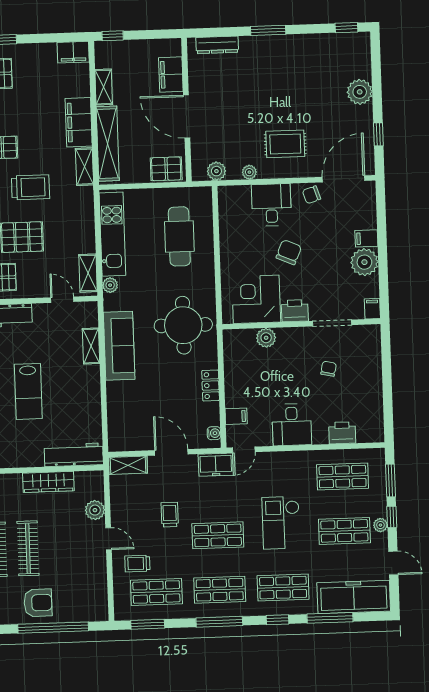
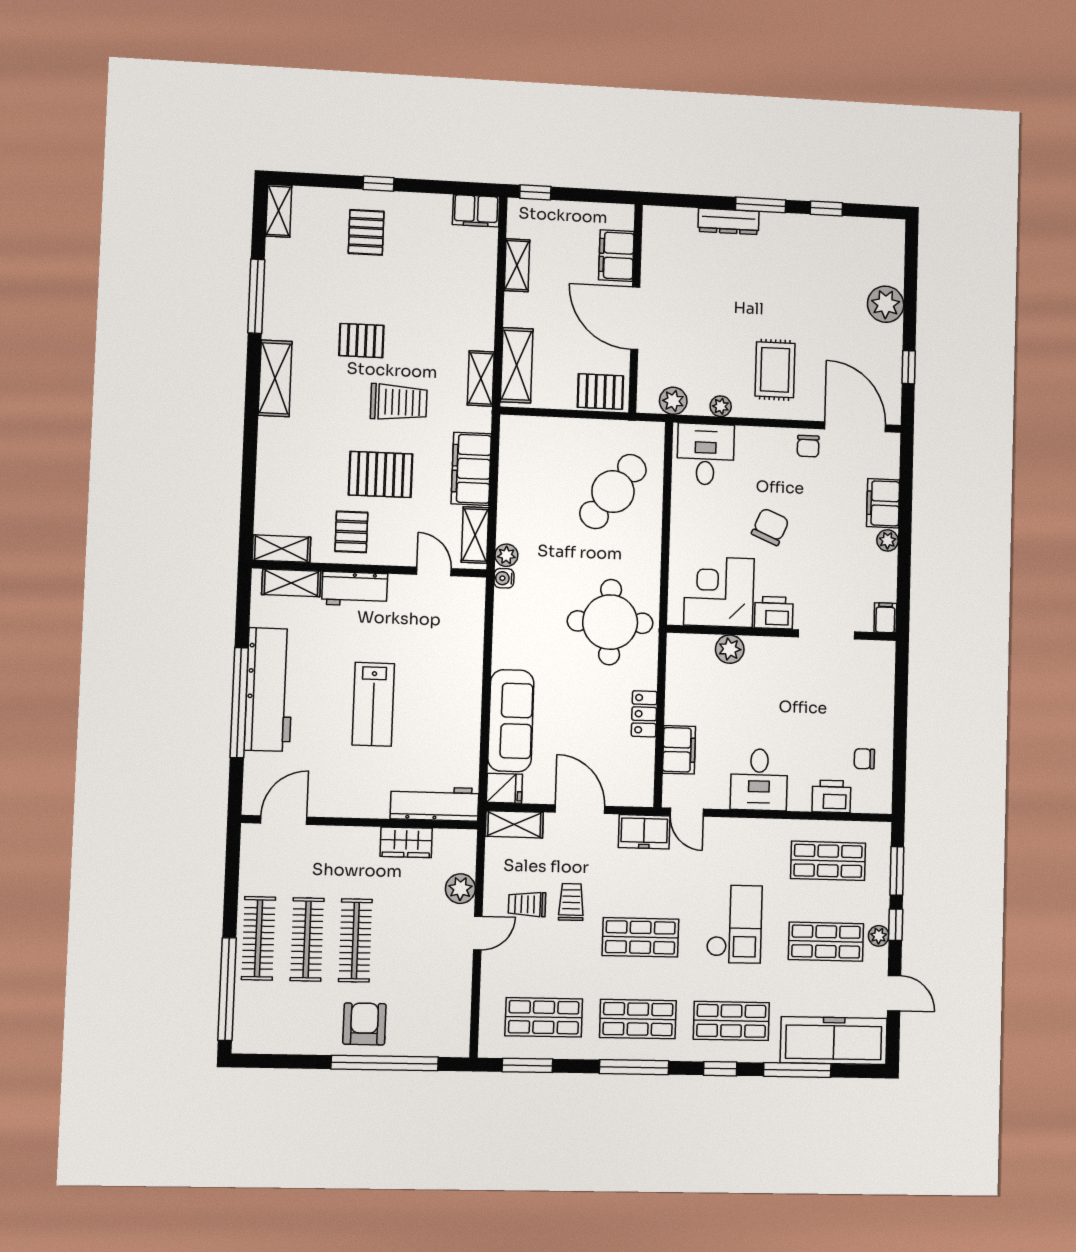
window: (346, 28) -> (826, 209), moved
dresser: (217, 45) -> (728, 221), moved
filing cabinet: (79, 122) -> (471, 469), moved
shelving: (108, 144) -> (517, 365), width x0.68
rug: (285, 144) -> (775, 370), turned 90
door: (343, 179) -> (855, 427), hinge flipped
chair: (312, 195) -> (808, 446), turned -72
desk: (271, 205) -> (705, 454), moved
kitchen unit: (112, 234) -> (515, 481), removed
cafe table: (179, 236) -> (613, 492), turned 37
filing cabinet: (366, 238) -> (883, 503), width x2.00
plant: (364, 262) -> (888, 540), width x0.53, depth x0.53
shelving: (91, 346) -> (472, 643), removed
sofa: (119, 346) -> (511, 721), moved
chair: (329, 369) -> (864, 759), moved, turned -102
filing cabinet: (236, 416) -> (679, 750), width x2.00
water cooler: (214, 433) -> (504, 578), moved, turned 180
fridge: (120, 442) -> (504, 788), added
door: (244, 450) -> (687, 812), hinge flipped
wardrobe: (48, 482) -> (406, 842), width x0.67
checkout: (281, 523) -> (734, 924), turned 180
door: (109, 539) -> (478, 933), hinge flipped
trolley: (137, 563) -> (527, 904), moved
armchair: (38, 603) -> (364, 1024), turned -90

